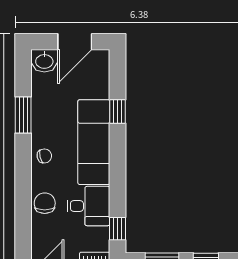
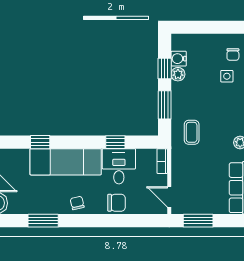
chair: (45, 203) -> (116, 203), turned 180
window: (117, 229) -> (115, 142), moved

